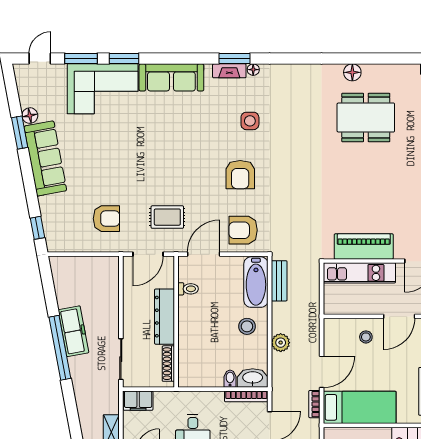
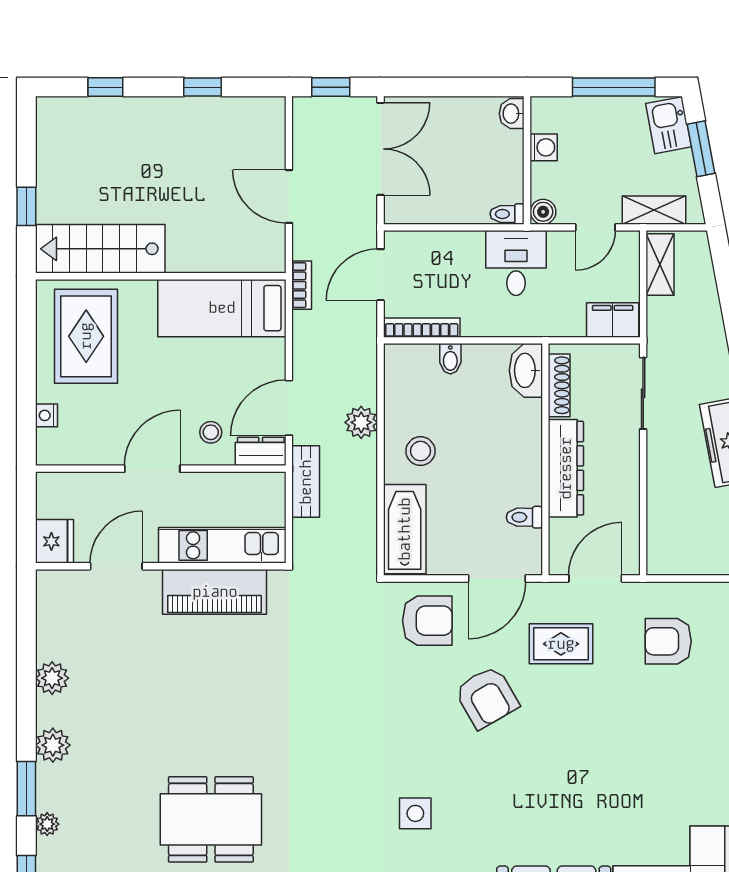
armchair: (240, 175) -> (487, 697), moved, turned 150
bench: (279, 281) -> (306, 482), moved
dresser: (338, 326) -> (261, 451), added
door: (322, 372) -> (289, 408), moved
washbasin: (253, 378) -> (526, 370), moved, turned 90
bookcase: (314, 404) -> (302, 285), moved

